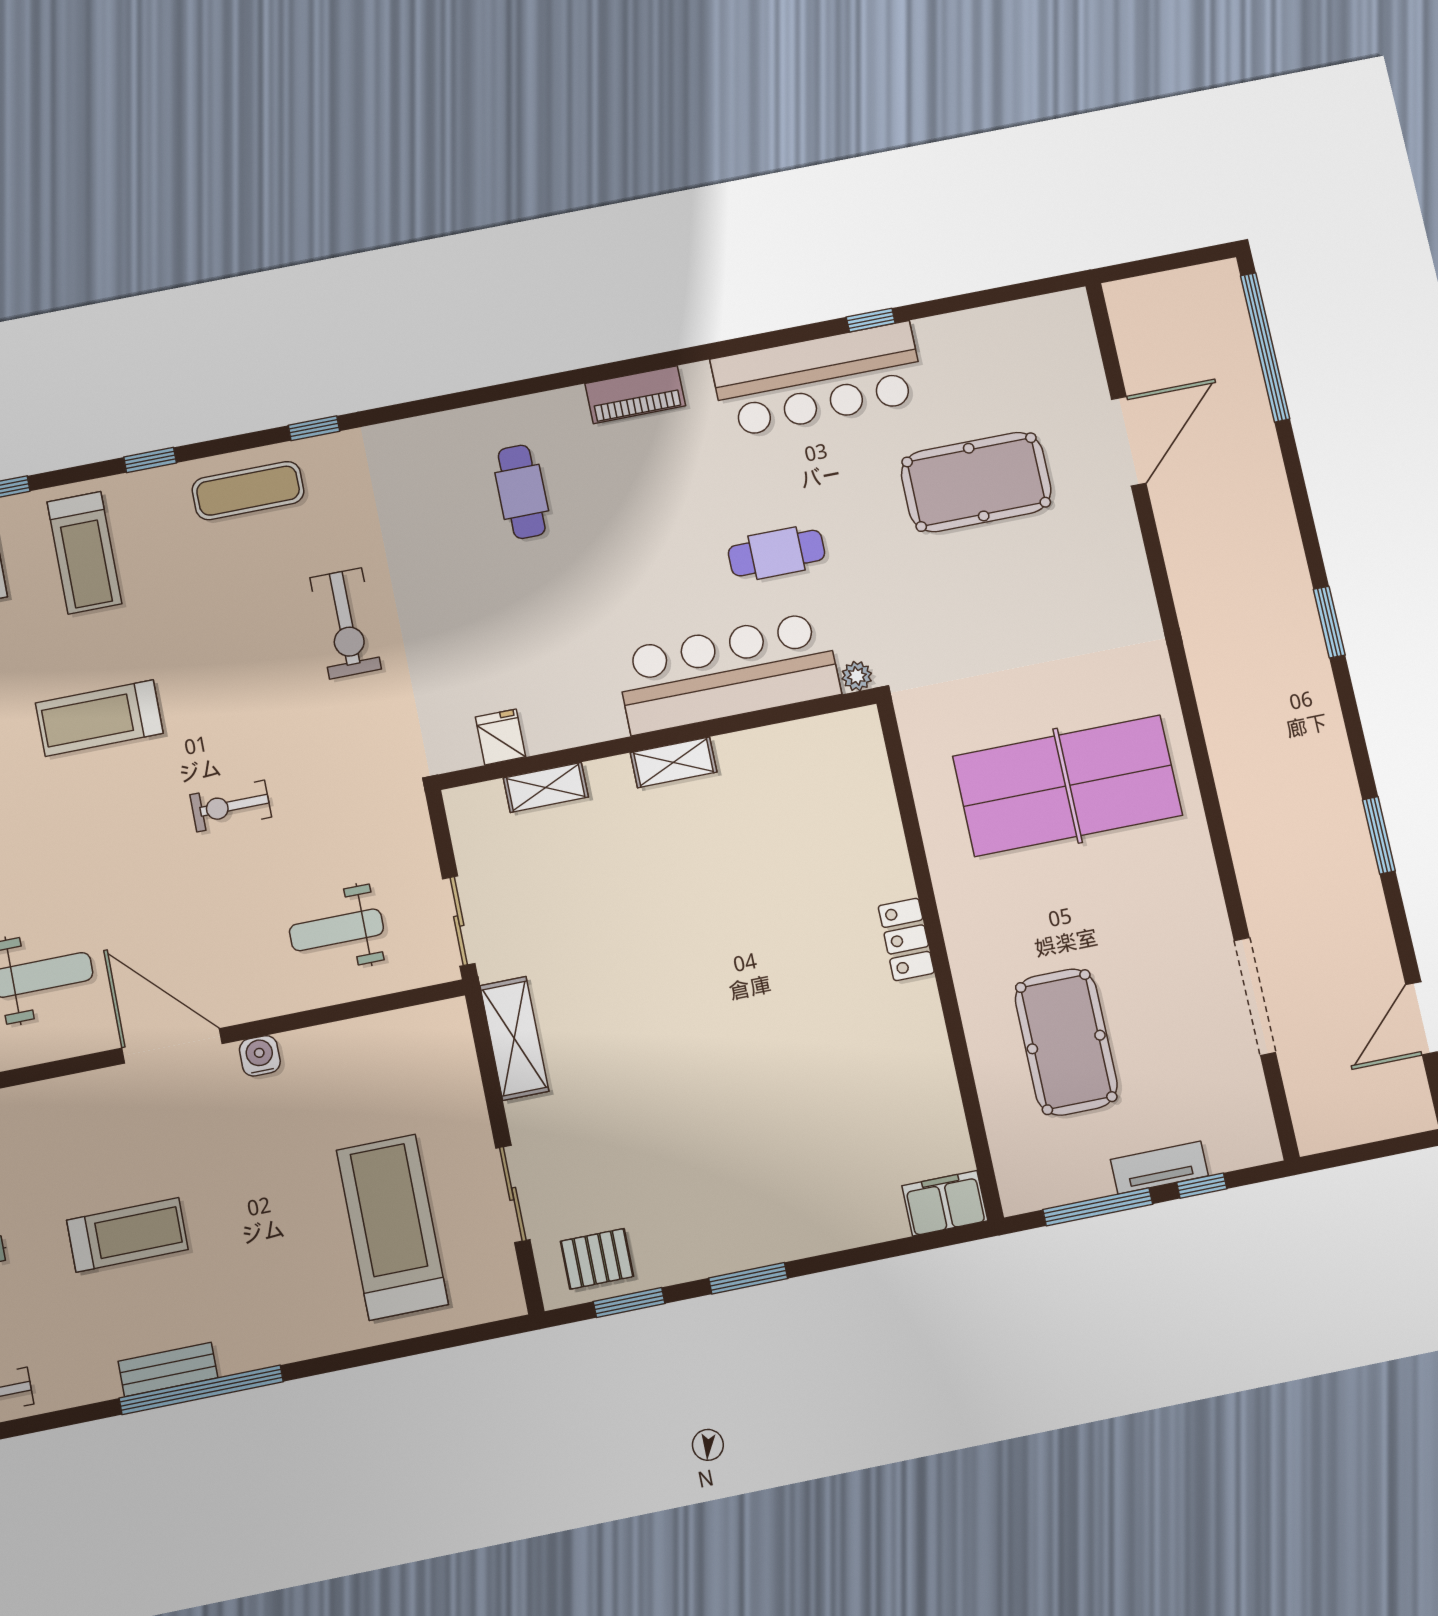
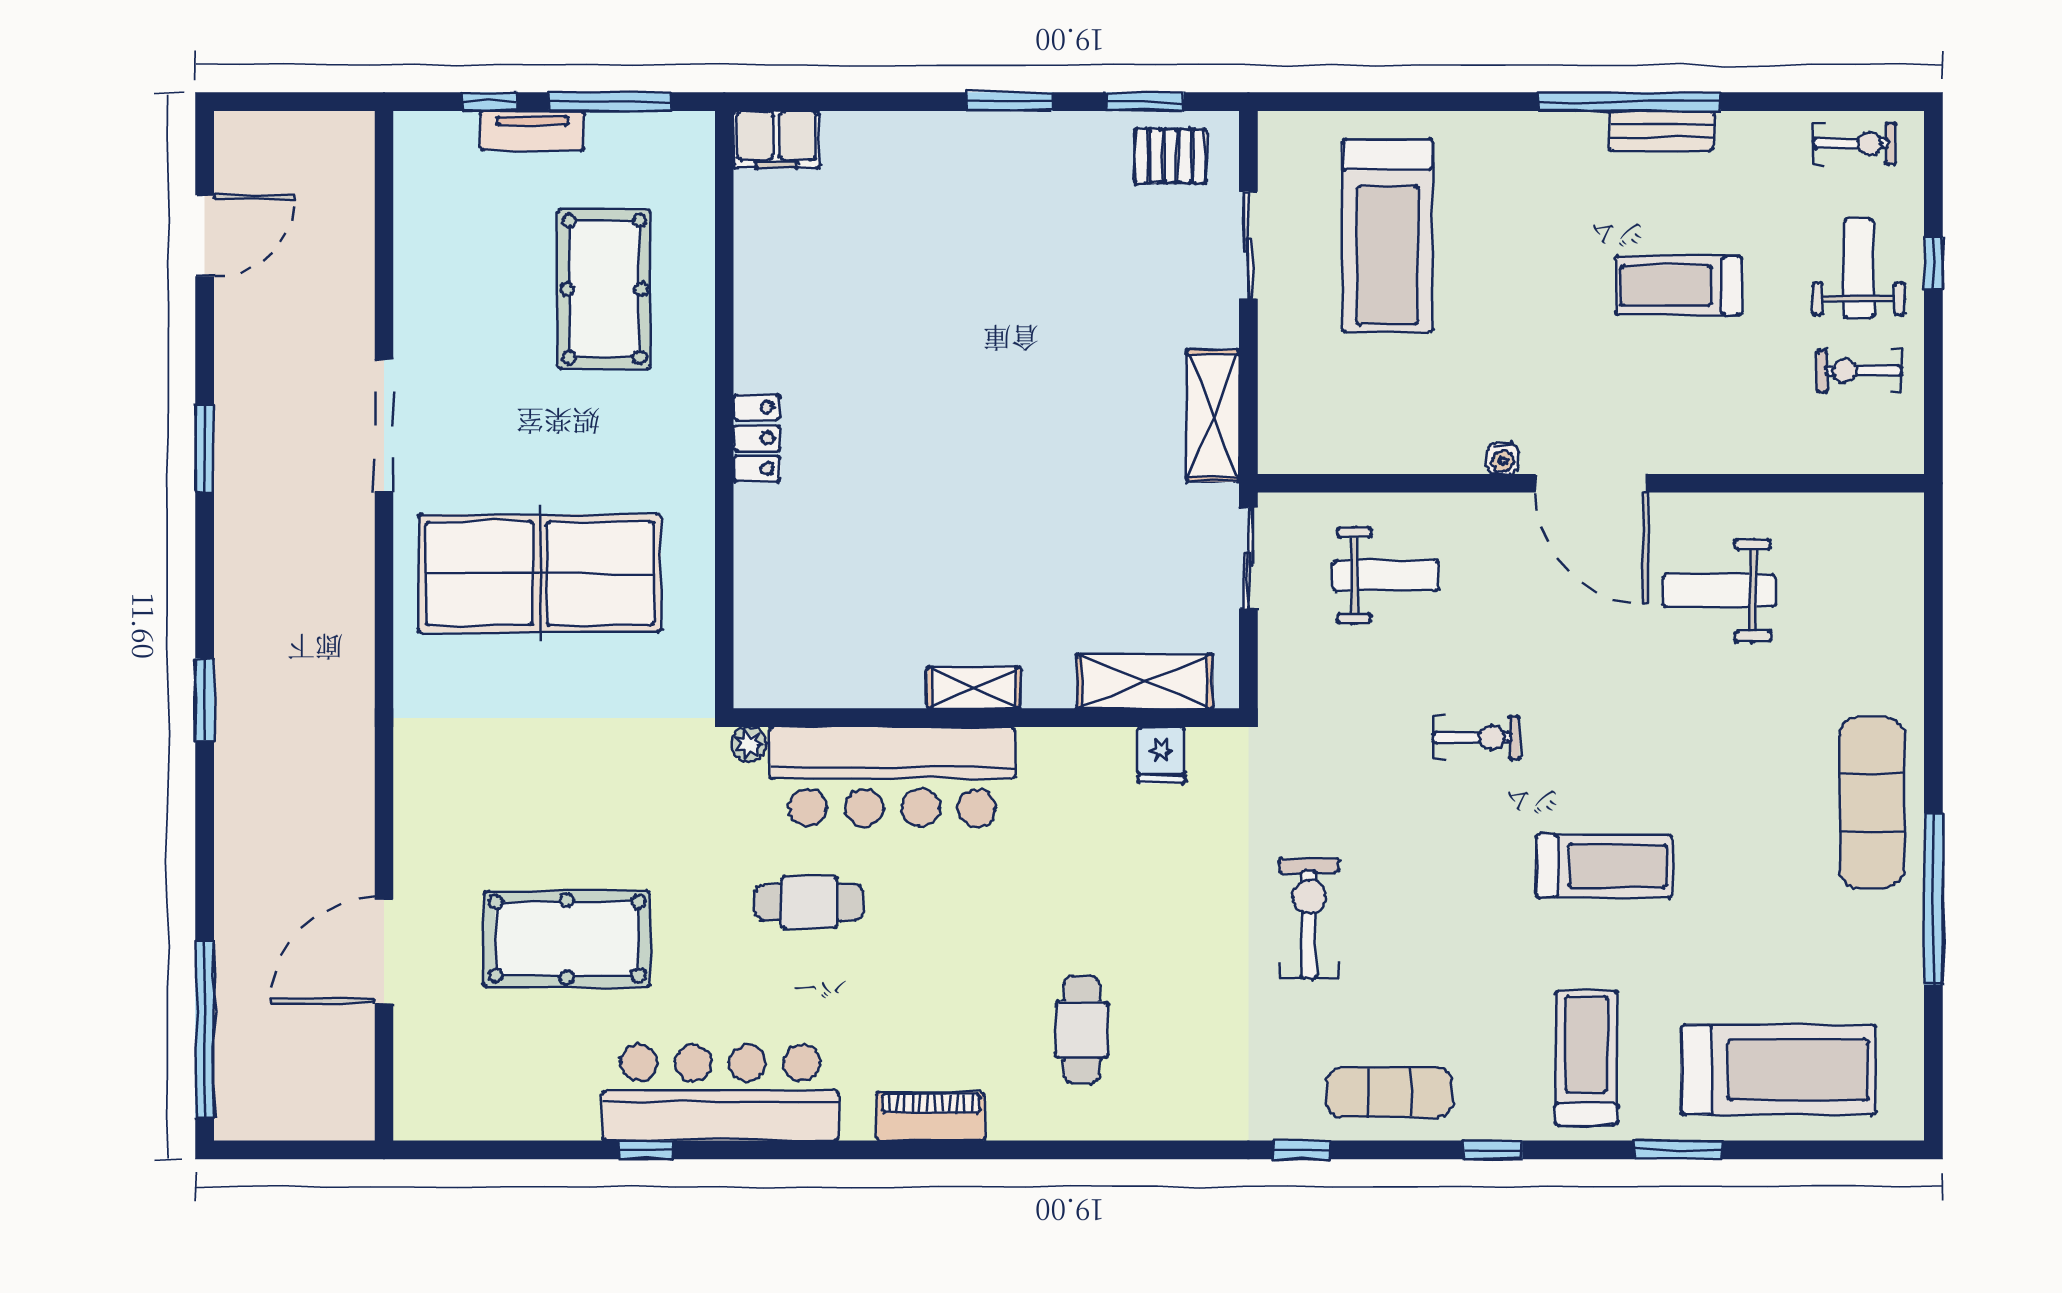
shelving: (546, 787) -> (1145, 681), width x1.50, depth x1.33
doorway: (1255, 996) -> (384, 426), moved
water cooler: (260, 1056) -> (1503, 459), width x0.72, depth x0.72

